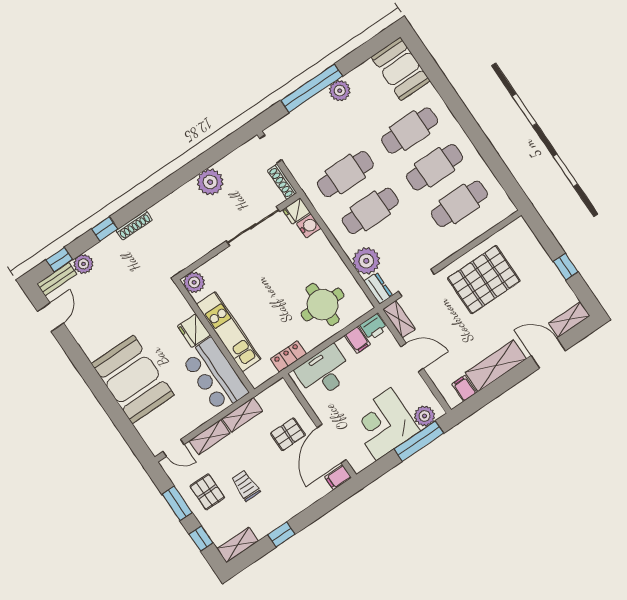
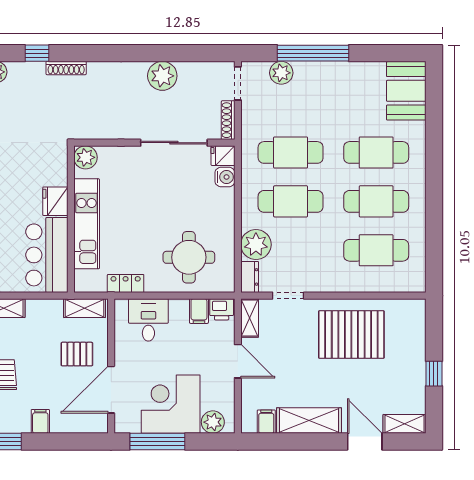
plant: (340, 91) -> (281, 73), moved
doorway: (416, 283) -> (288, 296), width x0.73
desk: (324, 372) -> (148, 320), width x0.73
shelving: (242, 415) -> (85, 308), moved
window: (419, 441) -> (157, 442), moved
filing cabinet: (338, 477) -> (40, 421), moved, turned 90

